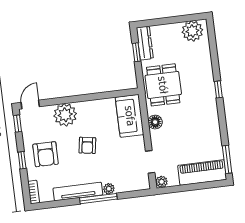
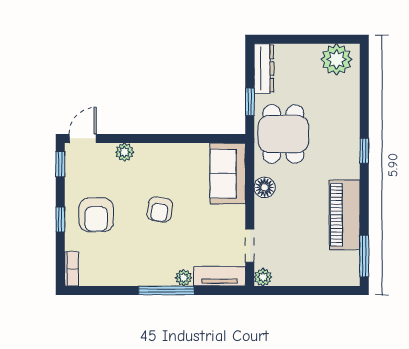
window: (136, 52) -> (250, 102), moved
plant: (65, 115) -> (124, 152), width x0.53, depth x0.53
piano: (202, 172) -> (345, 215), moved, turned -90
tv unit: (78, 192) -> (219, 276), moved, width x0.71

